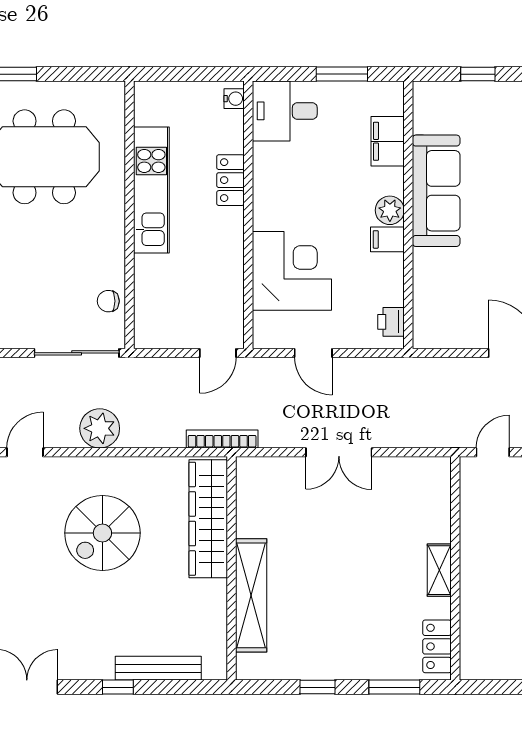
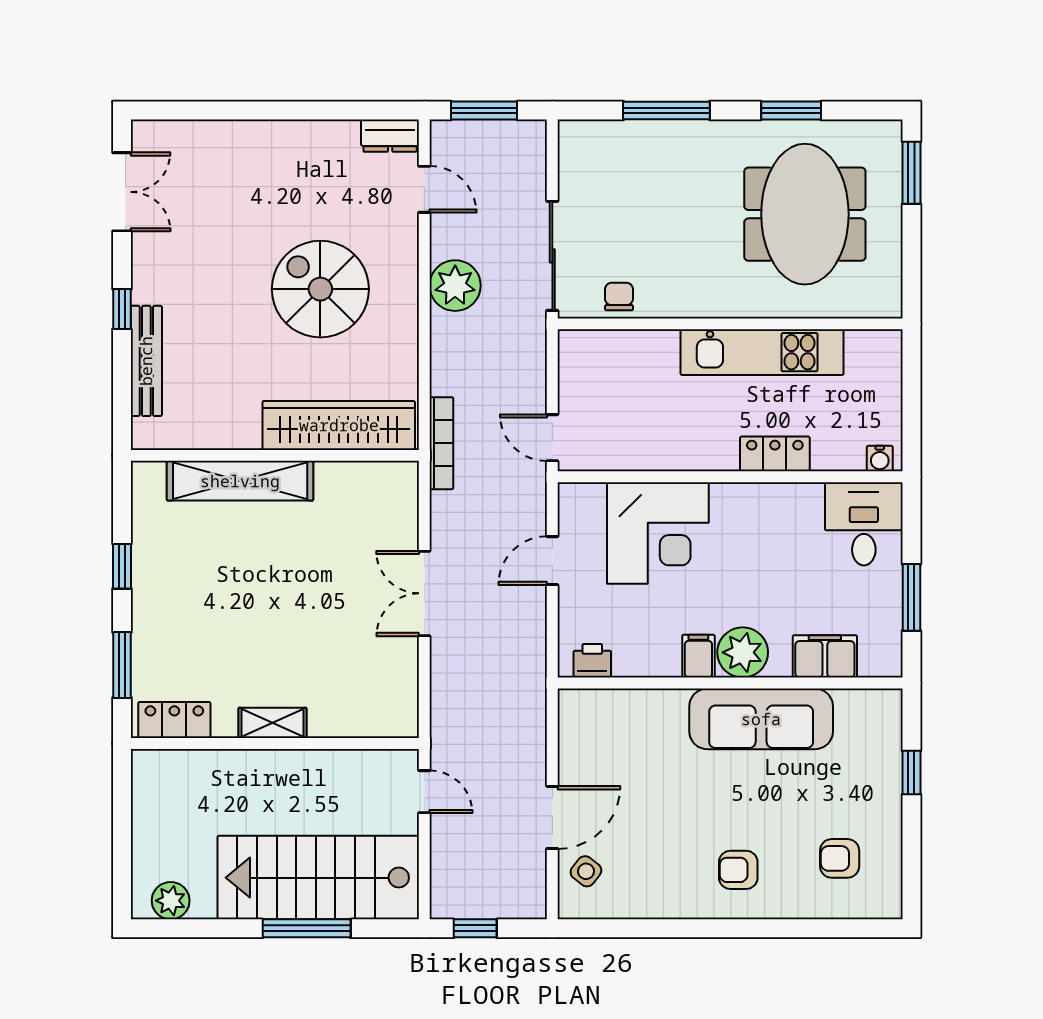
plant: (390, 210) -> (743, 652), width x1.36, depth x1.36

